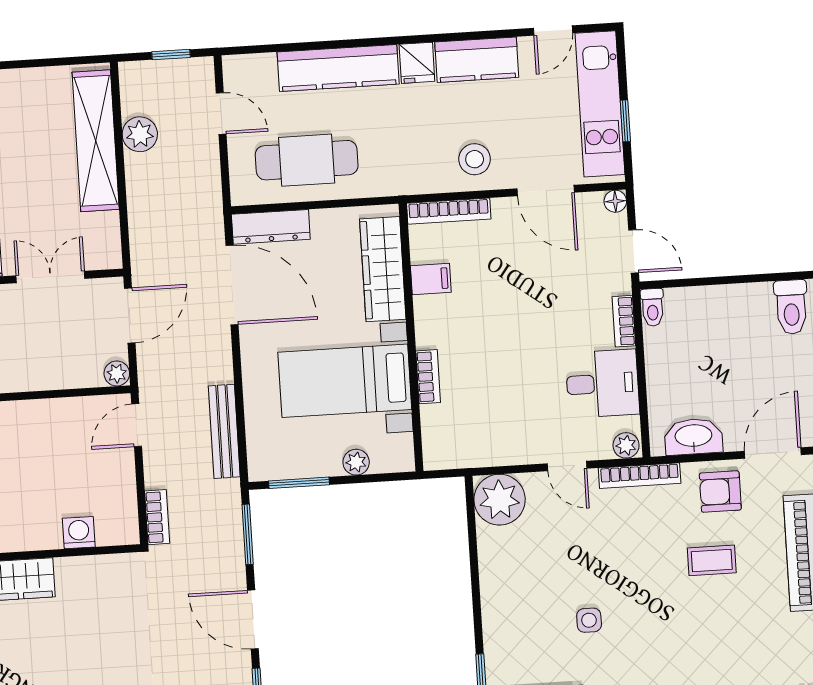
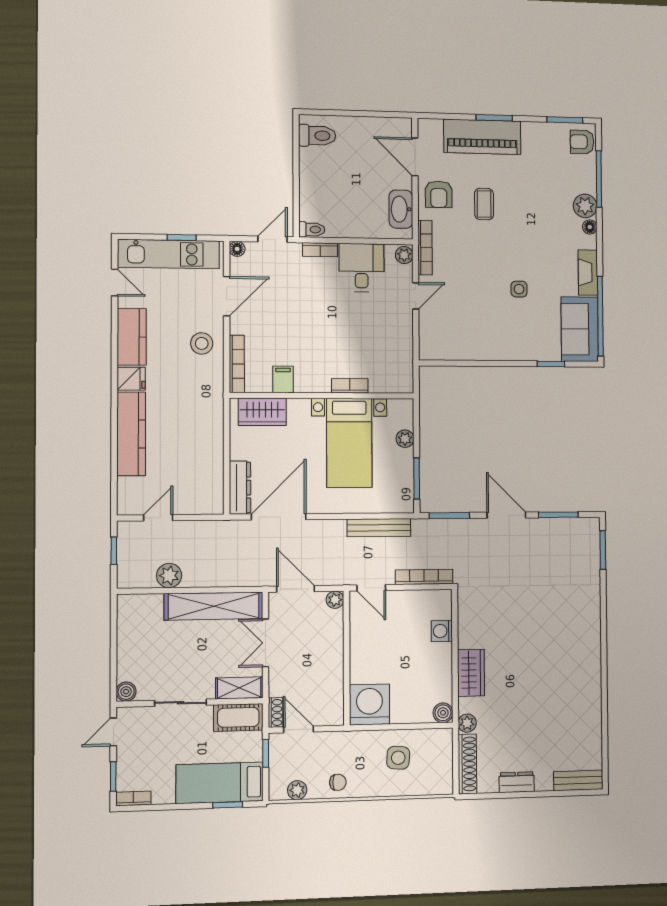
shelving: (96, 141) -> (214, 606), moved
cafe table: (307, 160) -> (195, 460), removed
wardrobe: (383, 269) -> (262, 412), width x0.67
plant: (500, 500) -> (436, 343), removed
bookcase: (157, 517) -> (424, 577), width x1.56
door: (253, 619) -> (506, 515), swing flipped

